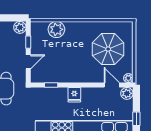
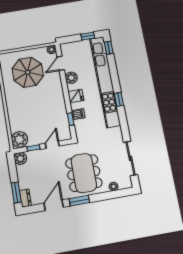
plant: (56, 29) -> (19, 139), moved
door: (28, 62) -> (52, 145), hinge flipped
plant: (127, 93) -> (71, 78), moved
dishwasher: (55, 94) -> (78, 114), added

